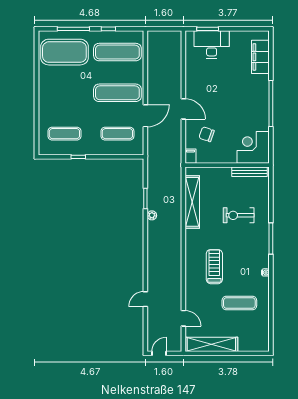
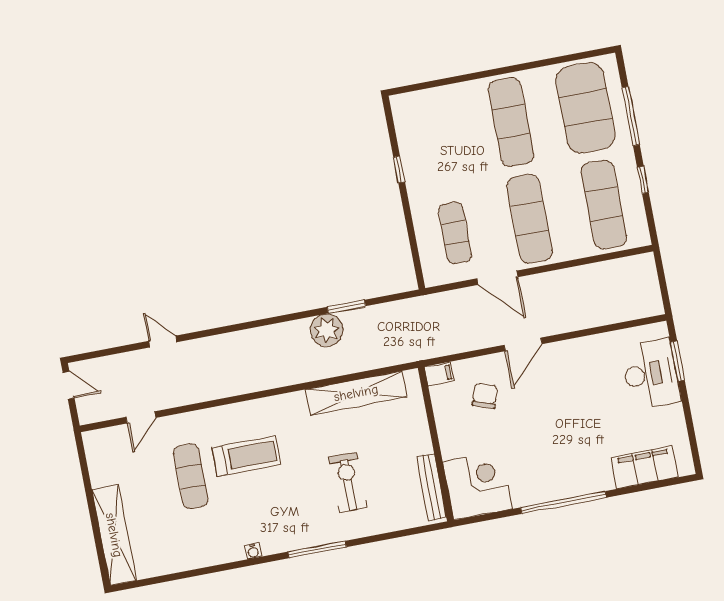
exercise mat: (64, 134) -> (511, 122), moved, width x1.36, depth x1.45
plant: (152, 215) -> (327, 330), width x1.88, depth x1.88
exercise mat: (239, 303) -> (191, 476), moved
shelving: (211, 344) -> (114, 535), moved

